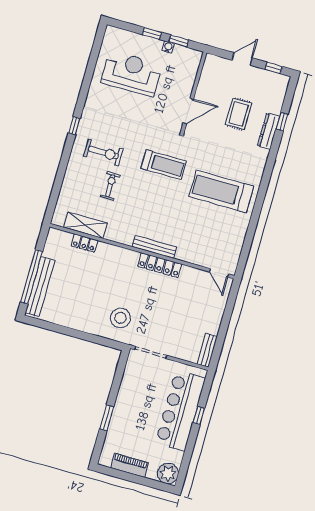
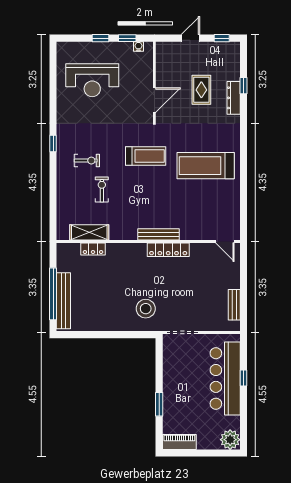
water cooler: (168, 47) -> (138, 46), moved
reception desk: (132, 73) -> (92, 80), turned 180
exercise bike: (103, 152) -> (87, 161), width x0.73, depth x0.72
bench: (207, 350) -> (234, 305), moved
piano: (130, 465) -> (179, 442), moved

